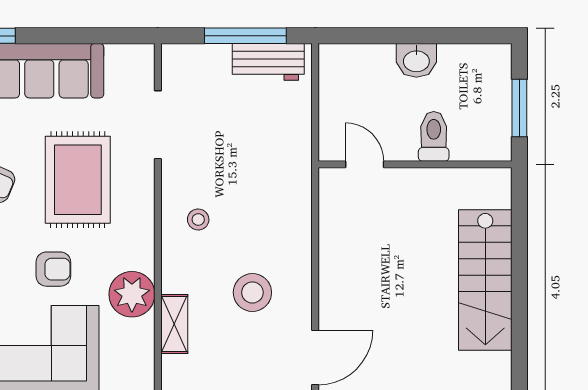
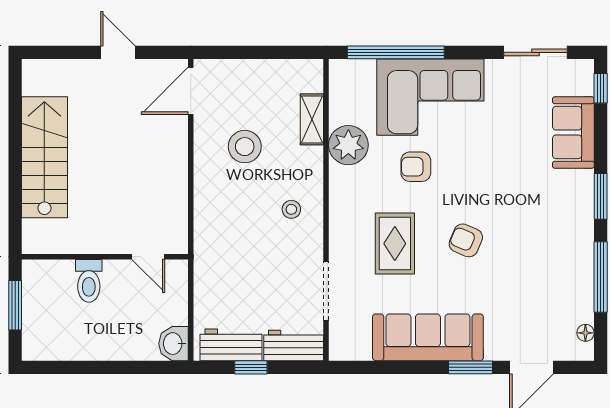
window: (245, 36) -> (251, 367), width x0.46
washbasin: (416, 60) -> (174, 344), moved, turned -90
workbench: (195, 61) -> (294, 345), added
rug: (78, 180) -> (395, 244), width x0.73, depth x0.70

